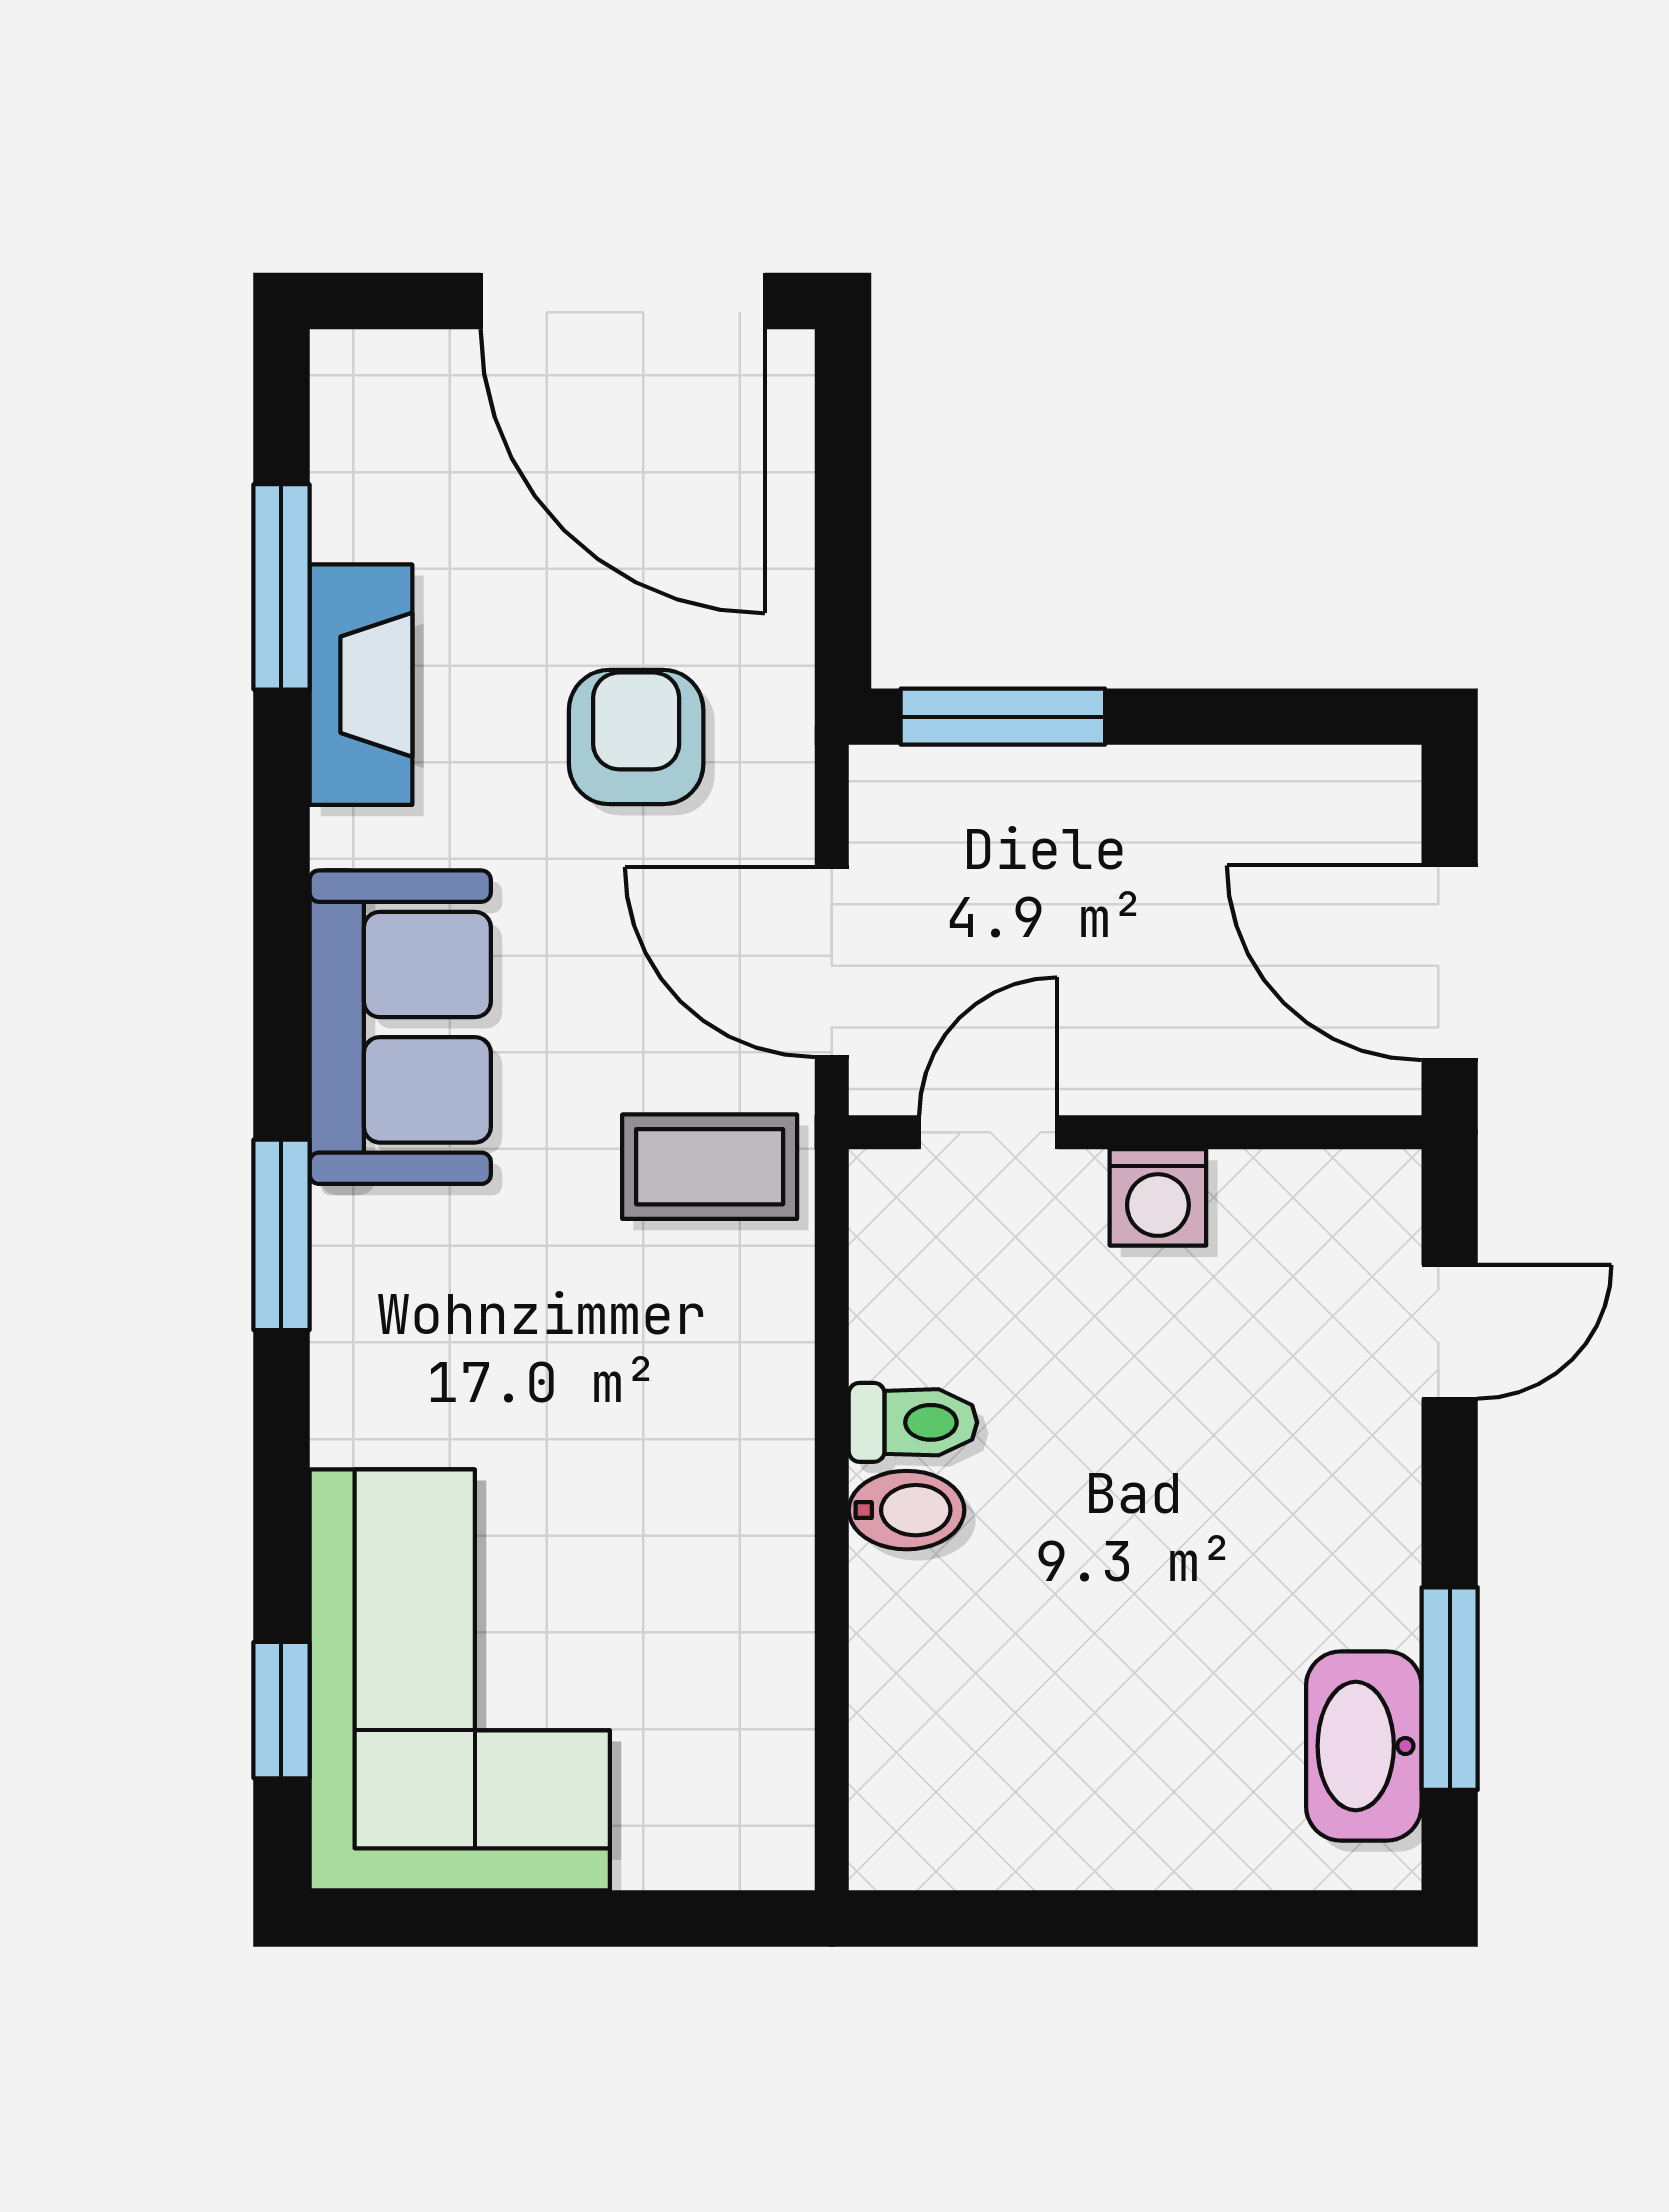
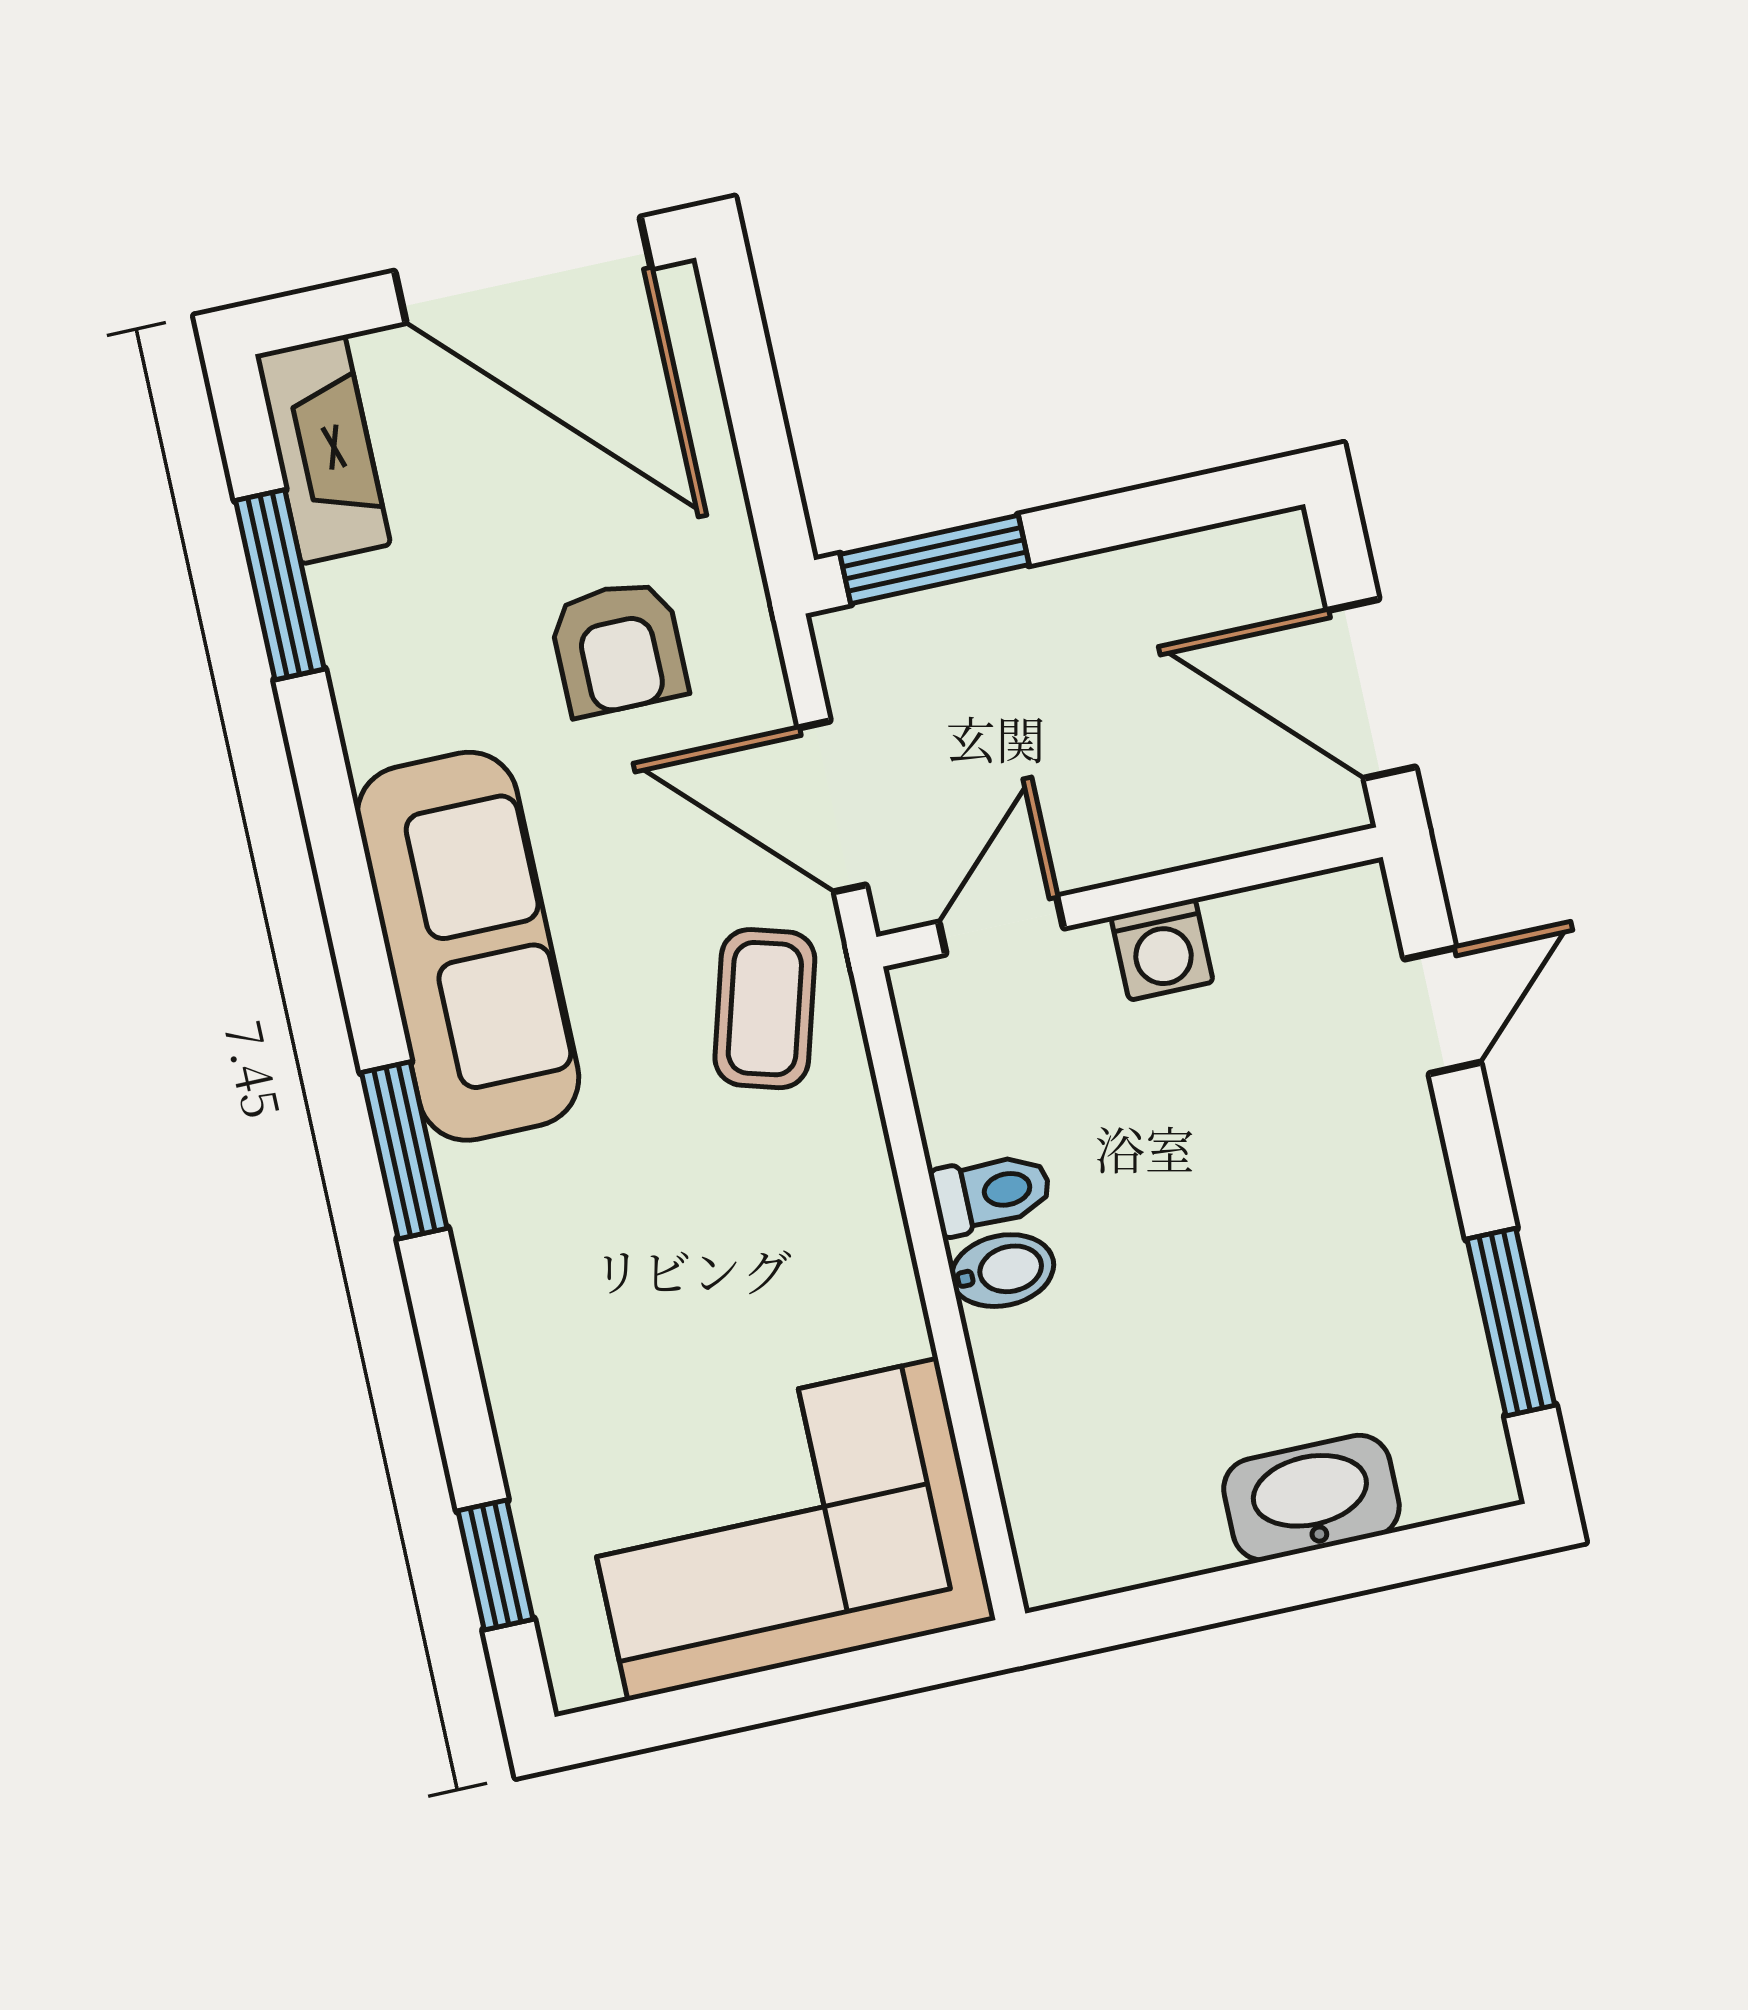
fireplace: (361, 685) -> (323, 450), moved
armchair: (636, 737) -> (618, 648), turned 180
sofa: (400, 1027) -> (468, 946), width x1.36
coffee table: (710, 1167) -> (765, 1009), turned -74
corner sofa: (460, 1680) -> (783, 1529), moved, turned -90
washbasin: (1364, 1746) -> (1311, 1498), moved, turned 90

